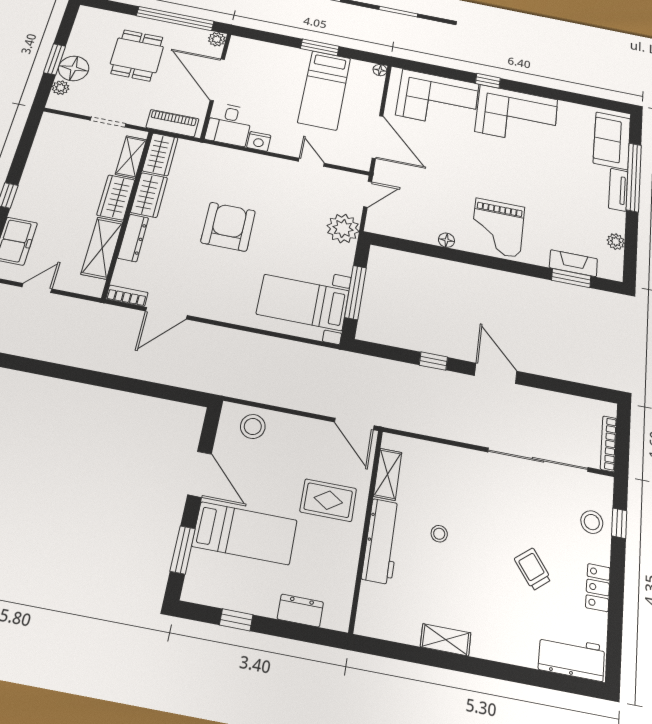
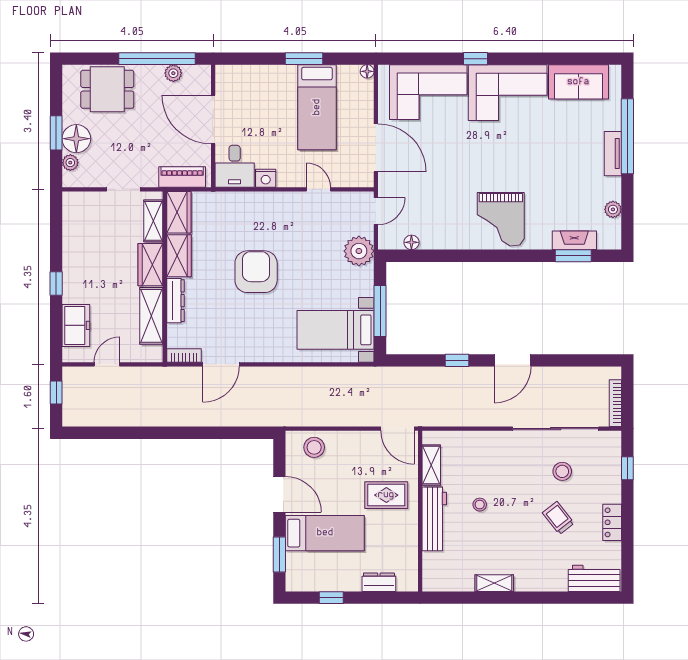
plant: (217, 39) -> (173, 73), moved
dining table: (137, 55) -> (107, 89), moved, turned 90
sofa: (612, 141) -> (578, 82), moved, turned -90
floor lamp: (447, 240) -> (411, 242), moved
door: (496, 373) -> (513, 360), swing flipped
stool: (592, 522) -> (562, 471), moved

